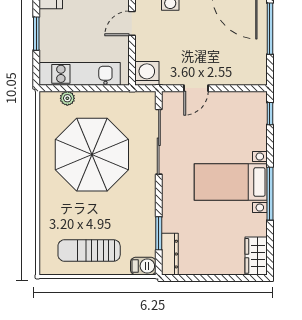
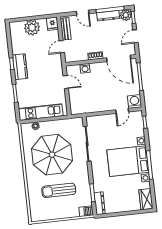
door: (132, 23) -> (66, 82), swing flipped
washing machine: (147, 73) -> (135, 101), moved
door: (196, 88) -> (122, 111), moved
bed with nightstands: (231, 182) -> (128, 161), width x1.36
sun lounger: (89, 250) -> (59, 190), moved

